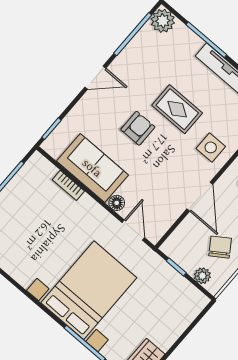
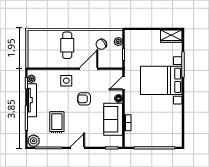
door: (95, 78) -> (78, 148), hinge flipped
rug: (177, 109) -> (57, 122), moved
armchair: (138, 128) -> (84, 99), moved

